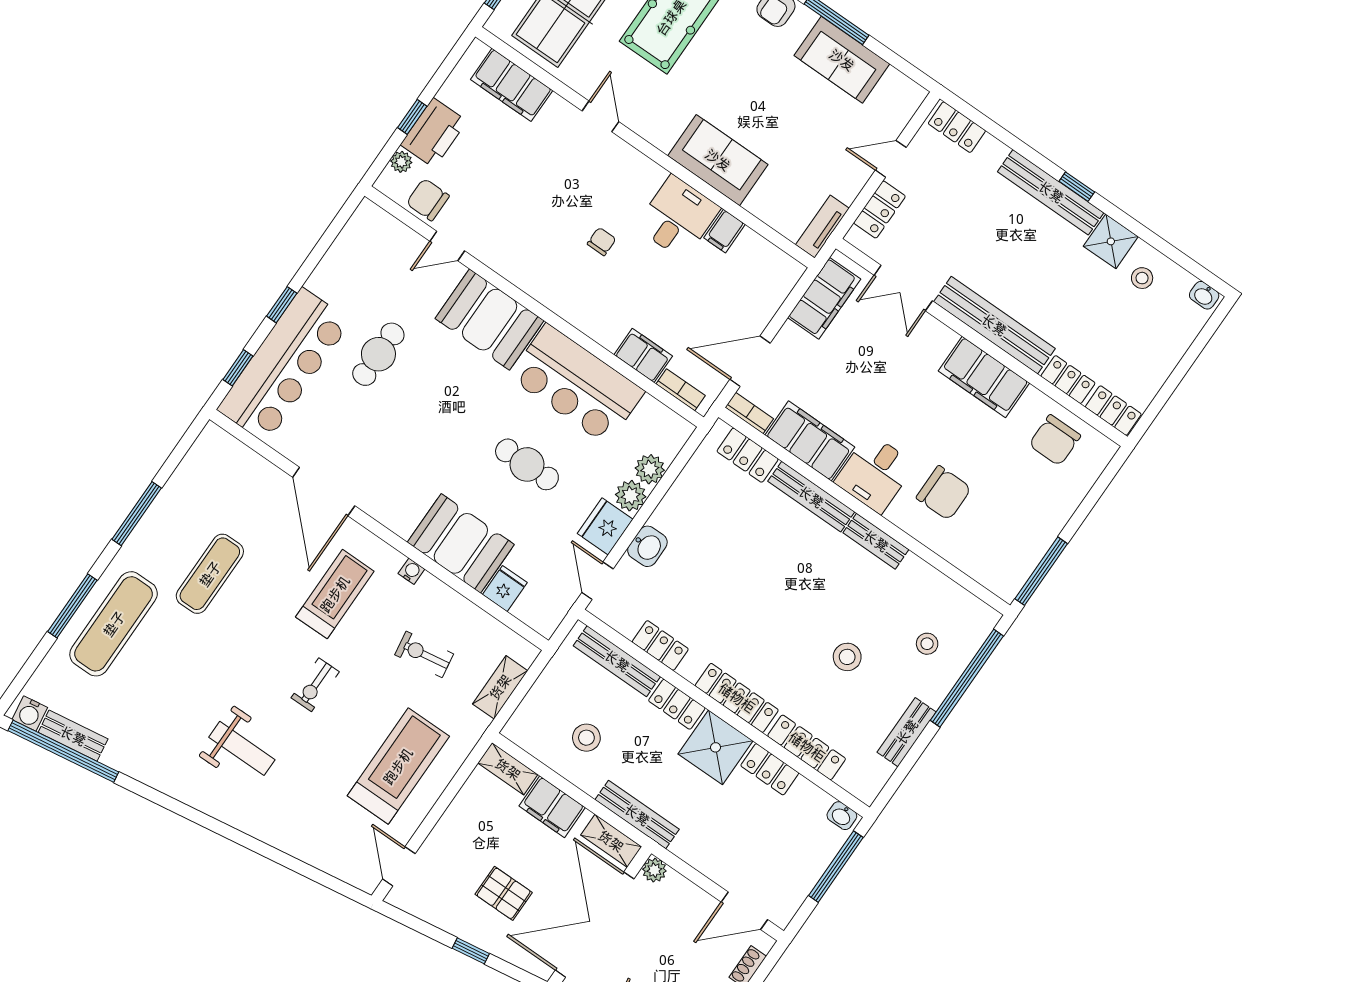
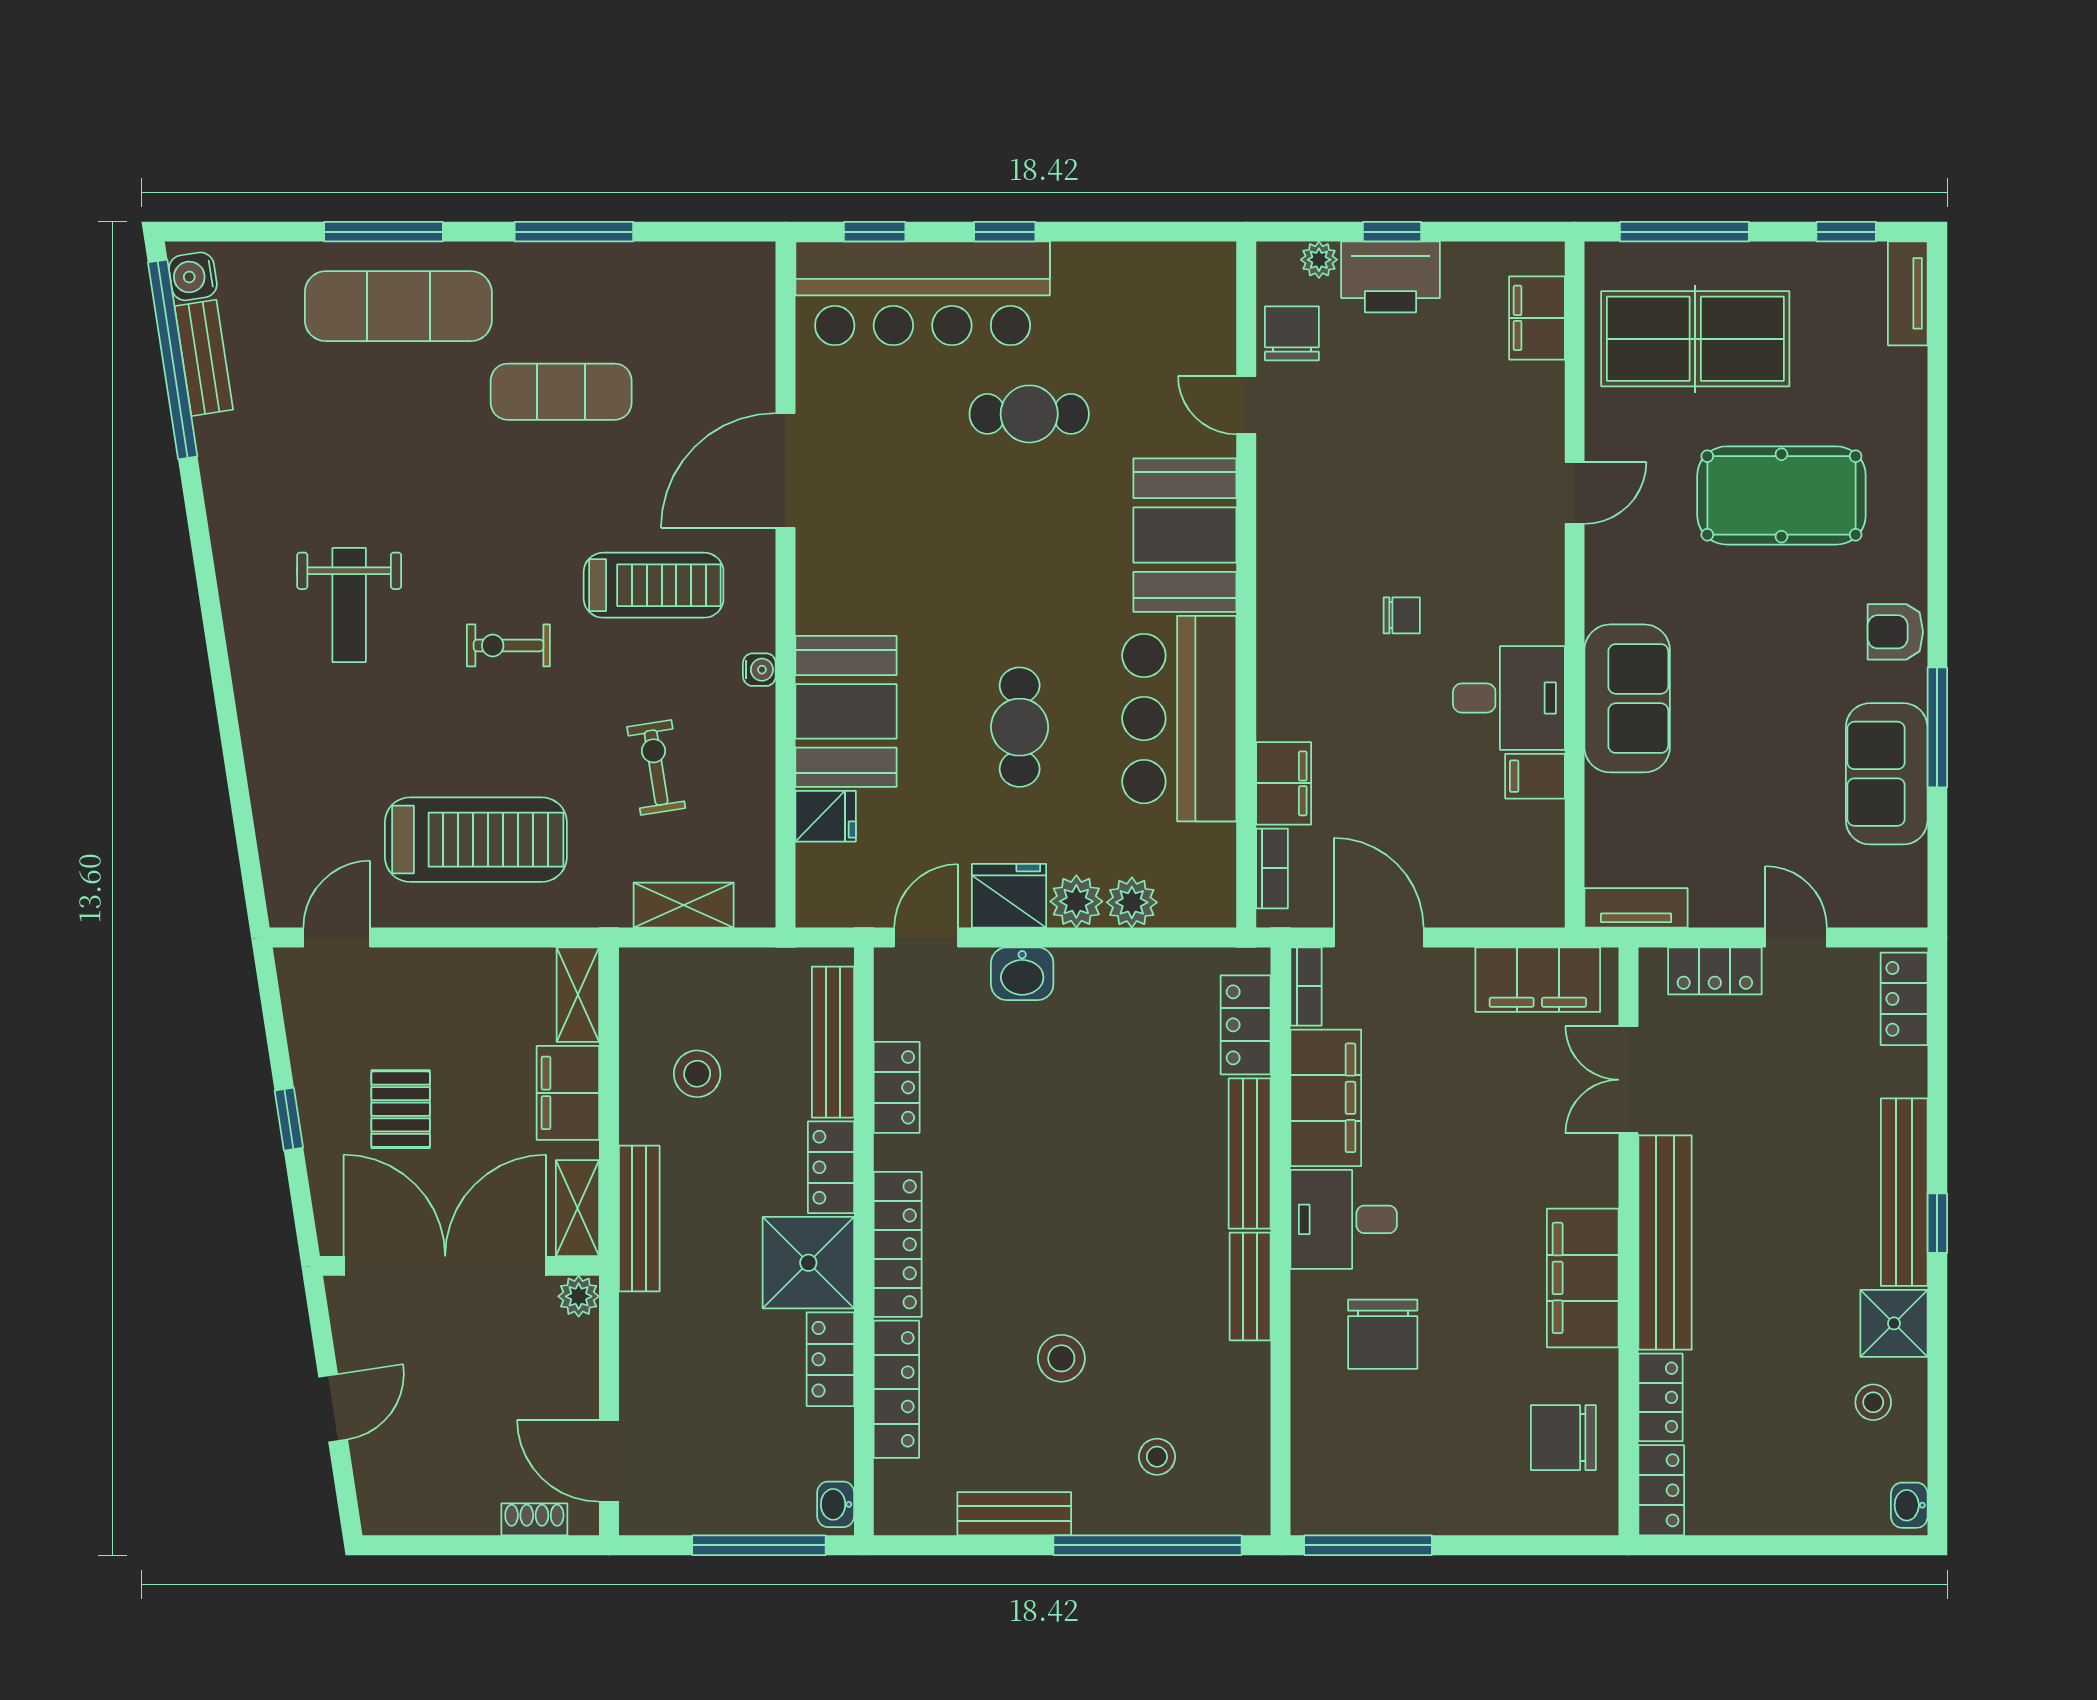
filing cabinet: (512, 85) -> (1537, 318), width x0.67, depth x0.86

